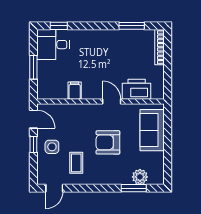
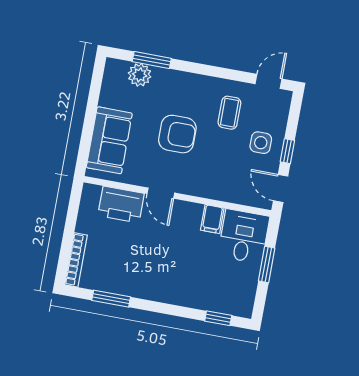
desk: (53, 45) -> (244, 236), moved, turned -90

